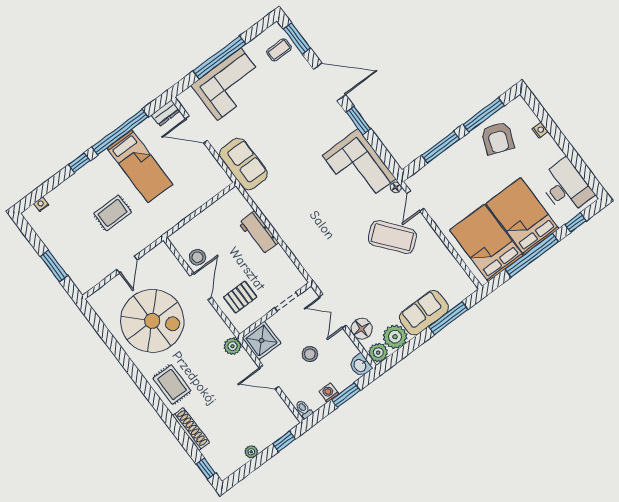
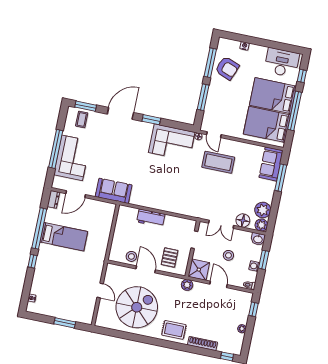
rug: (113, 213) -> (71, 271), removed
coffee table: (392, 237) -> (218, 162), turned 39
sofa: (424, 313) -> (271, 164), moved
door: (269, 377) -> (218, 284), swing flipped

